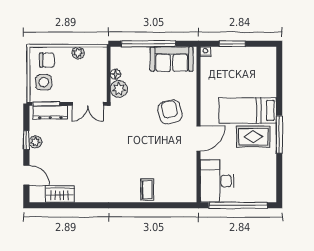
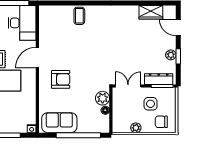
side table: (44, 82) -> (151, 104), moved
armchair: (170, 112) -> (61, 79), turned -76

